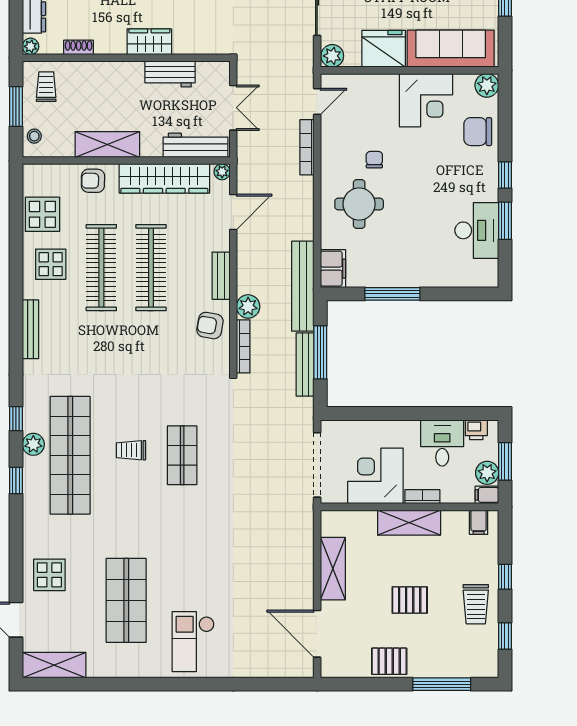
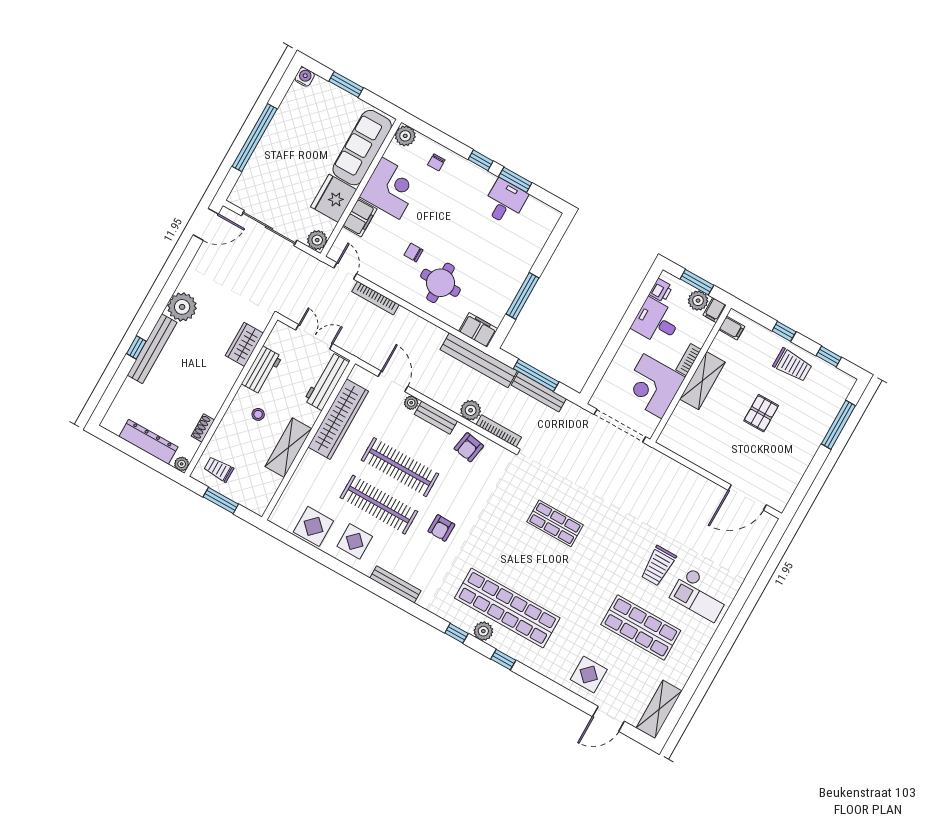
wardrobe: (149, 42) -> (244, 344), moved
filing cabinet: (379, 86) -> (360, 218), added
chair: (478, 132) -> (436, 162), width x0.54, depth x0.54
stool: (34, 136) -> (258, 414), moved
plant: (222, 172) -> (411, 403), moved
armchair: (93, 181) -> (441, 528), moved
desk: (477, 230) -> (505, 202), width x0.73
trolley: (131, 450) -> (658, 566), moved, width x1.36, depth x1.39
shelving: (333, 569) -> (705, 458), removed
pallet: (389, 661) -> (799, 455), removed

